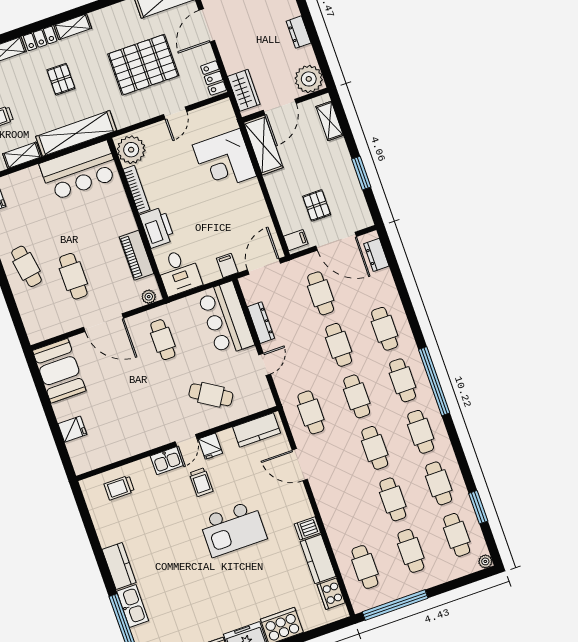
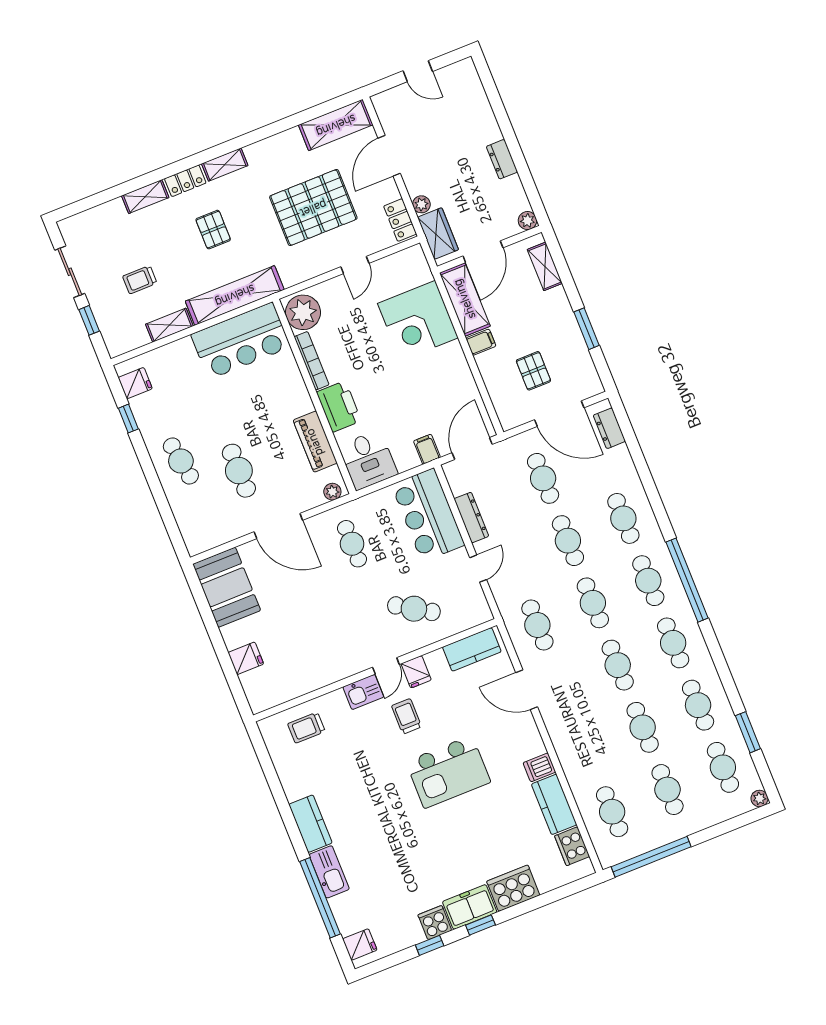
plant: (231, 66) -> (421, 204), added
plant: (309, 79) -> (527, 221), width x0.53, depth x0.53
filing cabinet: (296, 240) -> (481, 342), moved
trolley: (201, 482) -> (407, 716), turned 180

